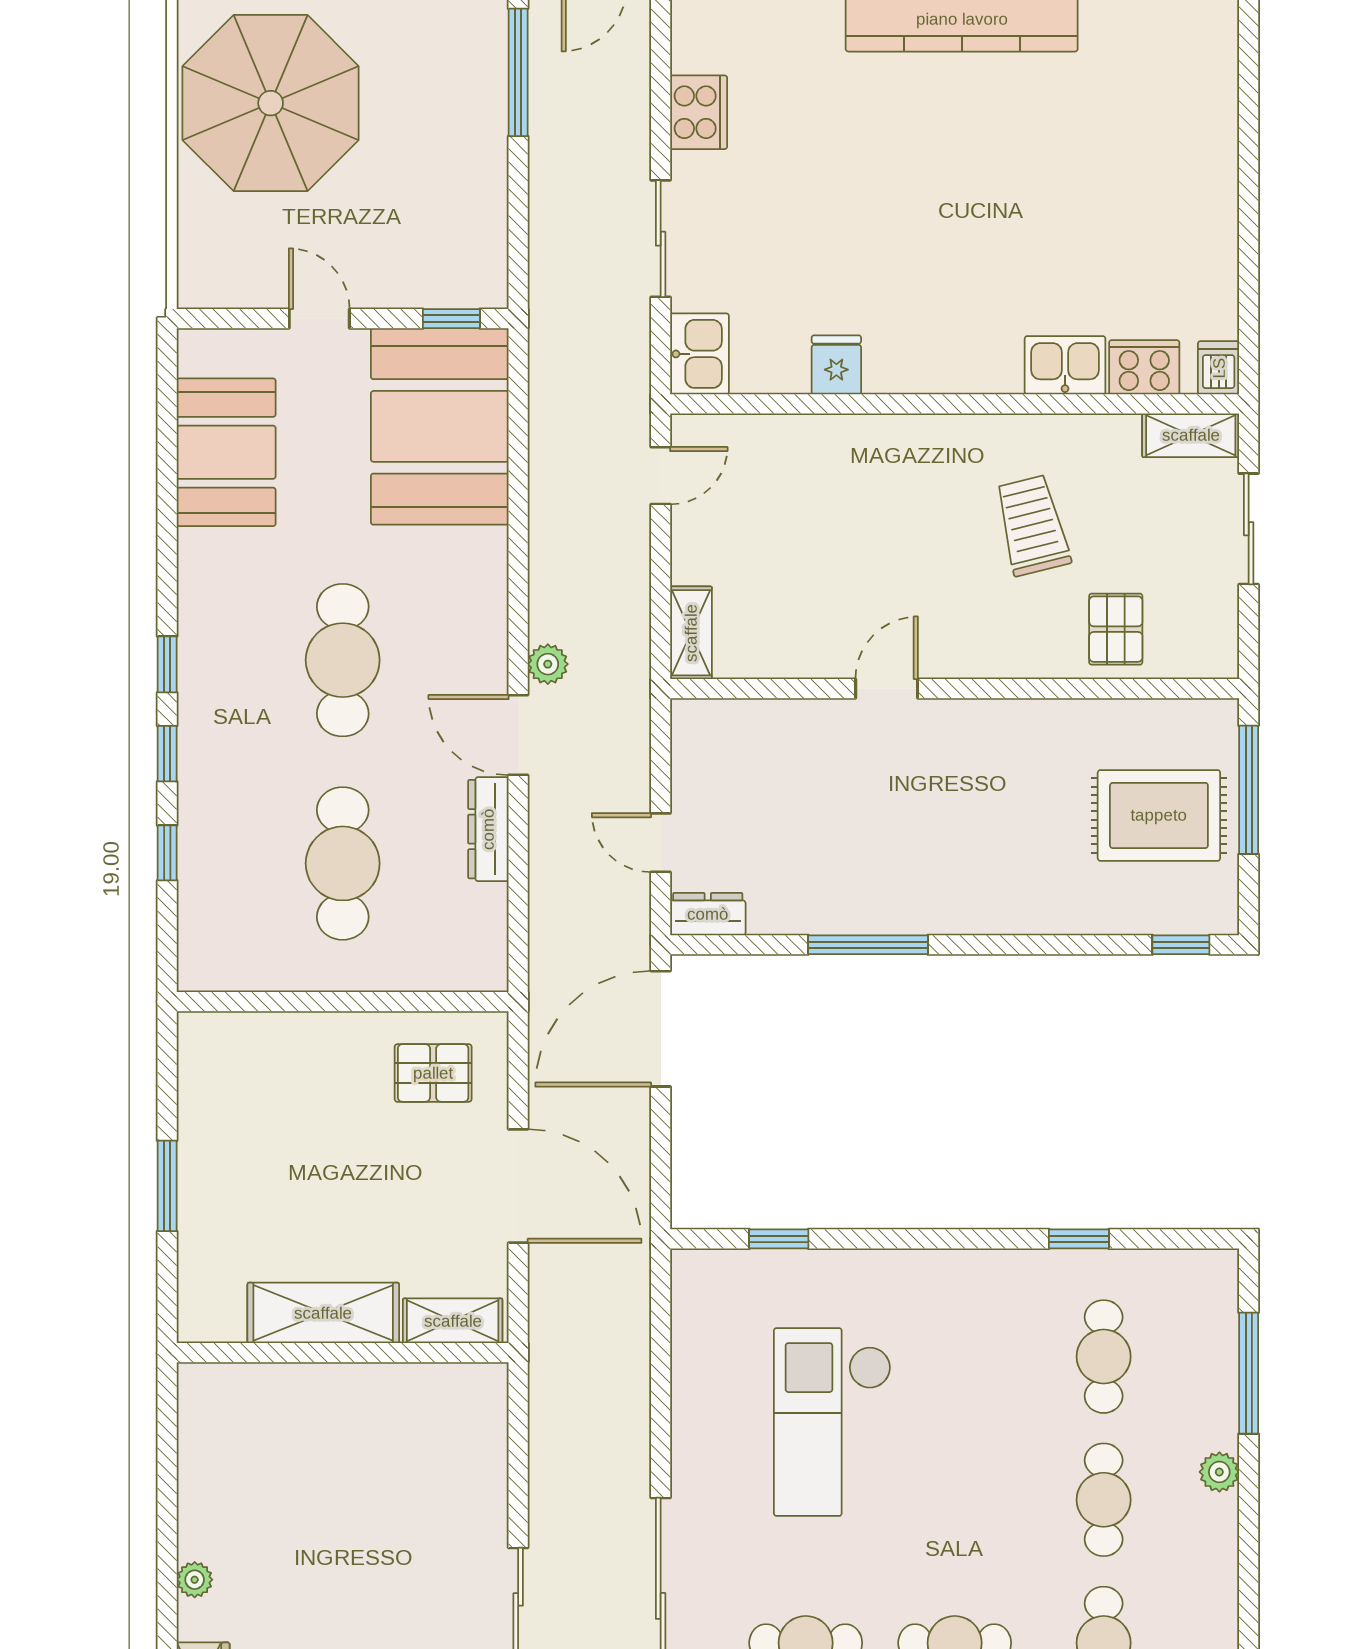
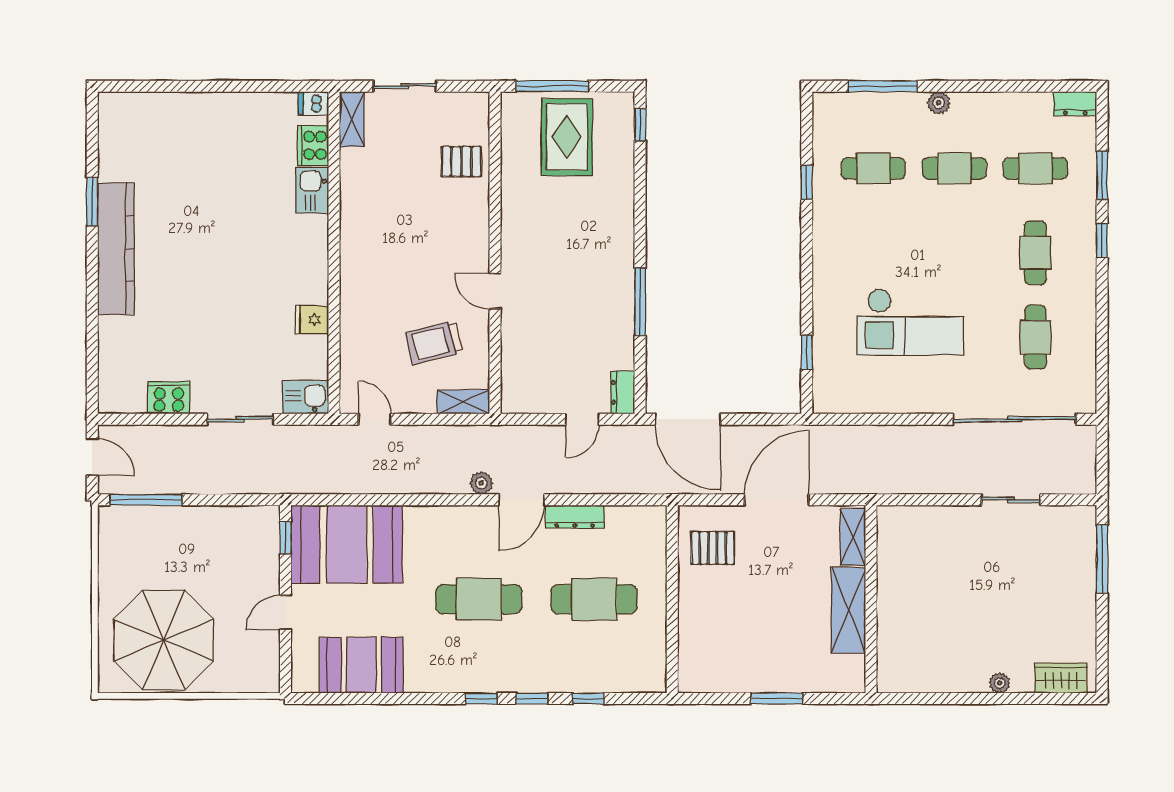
trolley: (1032, 525) -> (434, 343), moved
pallet: (433, 1073) -> (713, 548), turned 90

